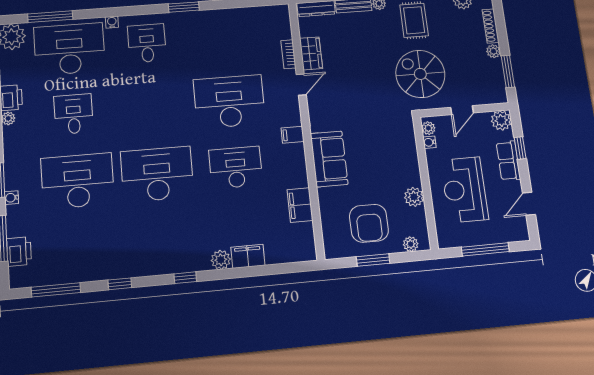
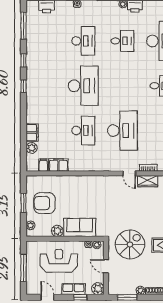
filing cabinet: (293, 135) -> (43, 165), moved
sofa: (329, 159) -> (80, 227), moved, turned 180
desk: (78, 181) -> (83, 41), width x0.73, depth x0.77
plant: (221, 260) -> (32, 148), moved
window: (185, 278) -> (24, 86), moved

